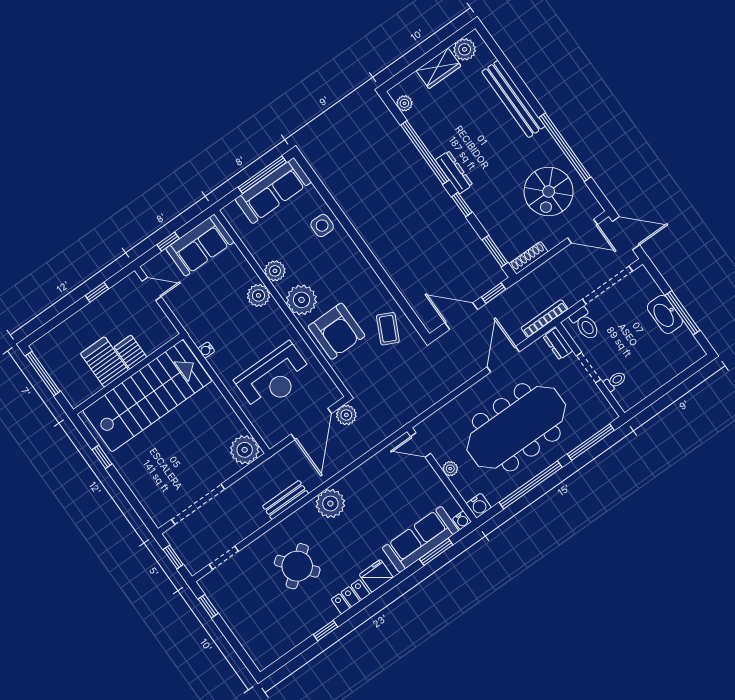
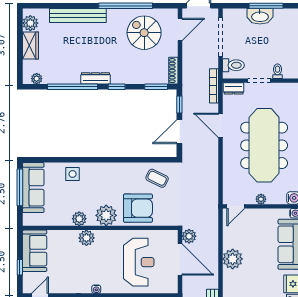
spiral stairs: (549, 192) -> (144, 33), turned 180
plant: (330, 504) -> (233, 259), moved

